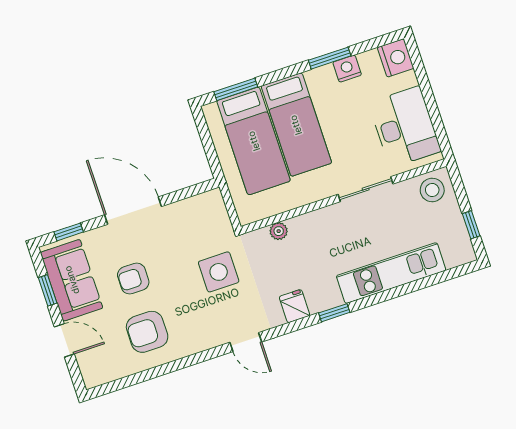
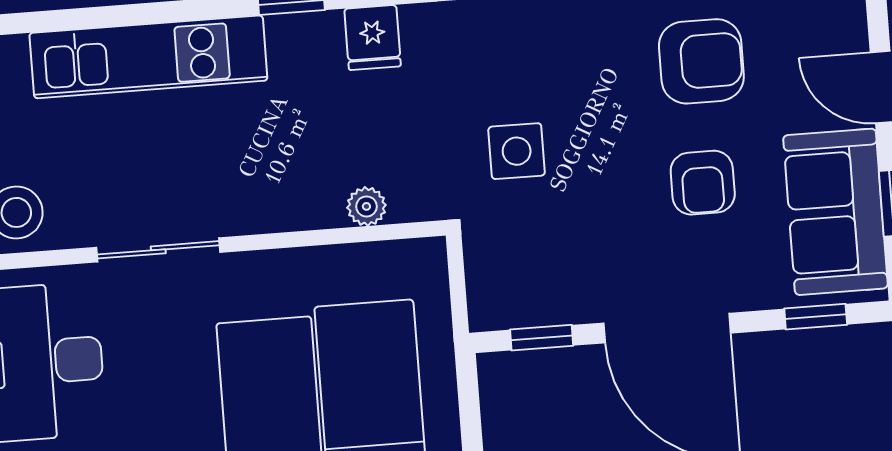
window: (187, 193) -> (542, 338), added
side table: (219, 272) -> (517, 151), width x0.73, depth x0.73
armchair: (133, 279) -> (703, 183), turned 90

